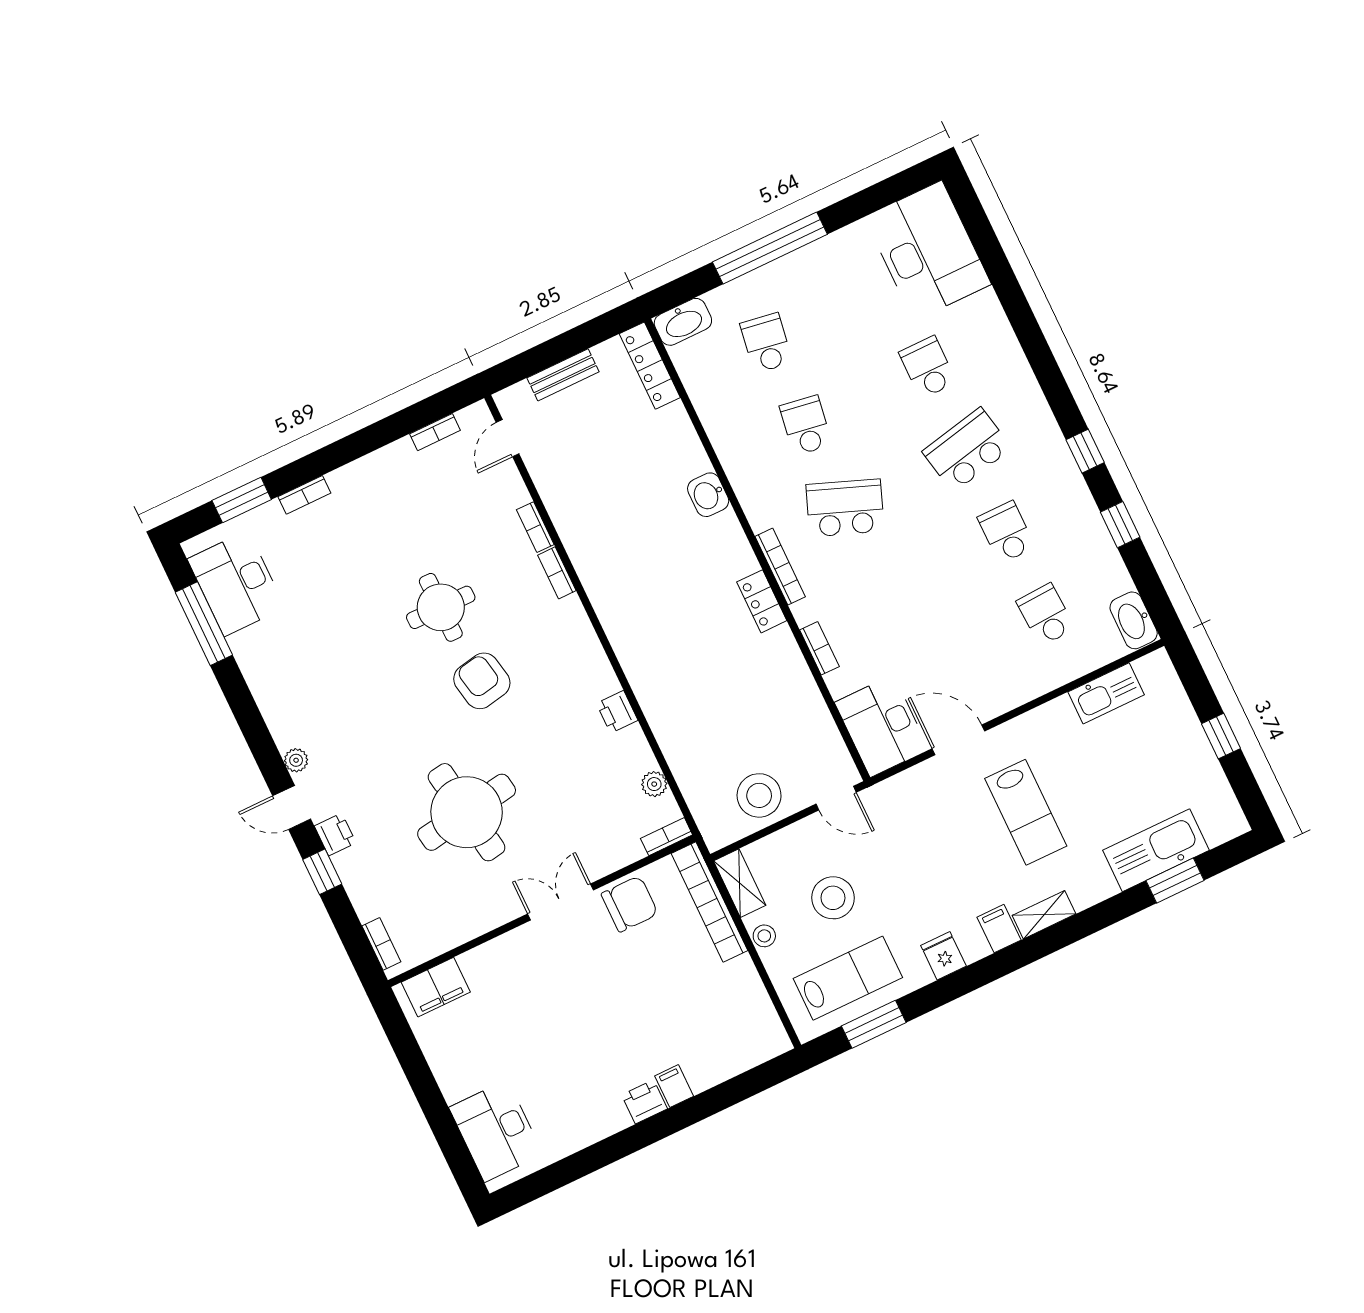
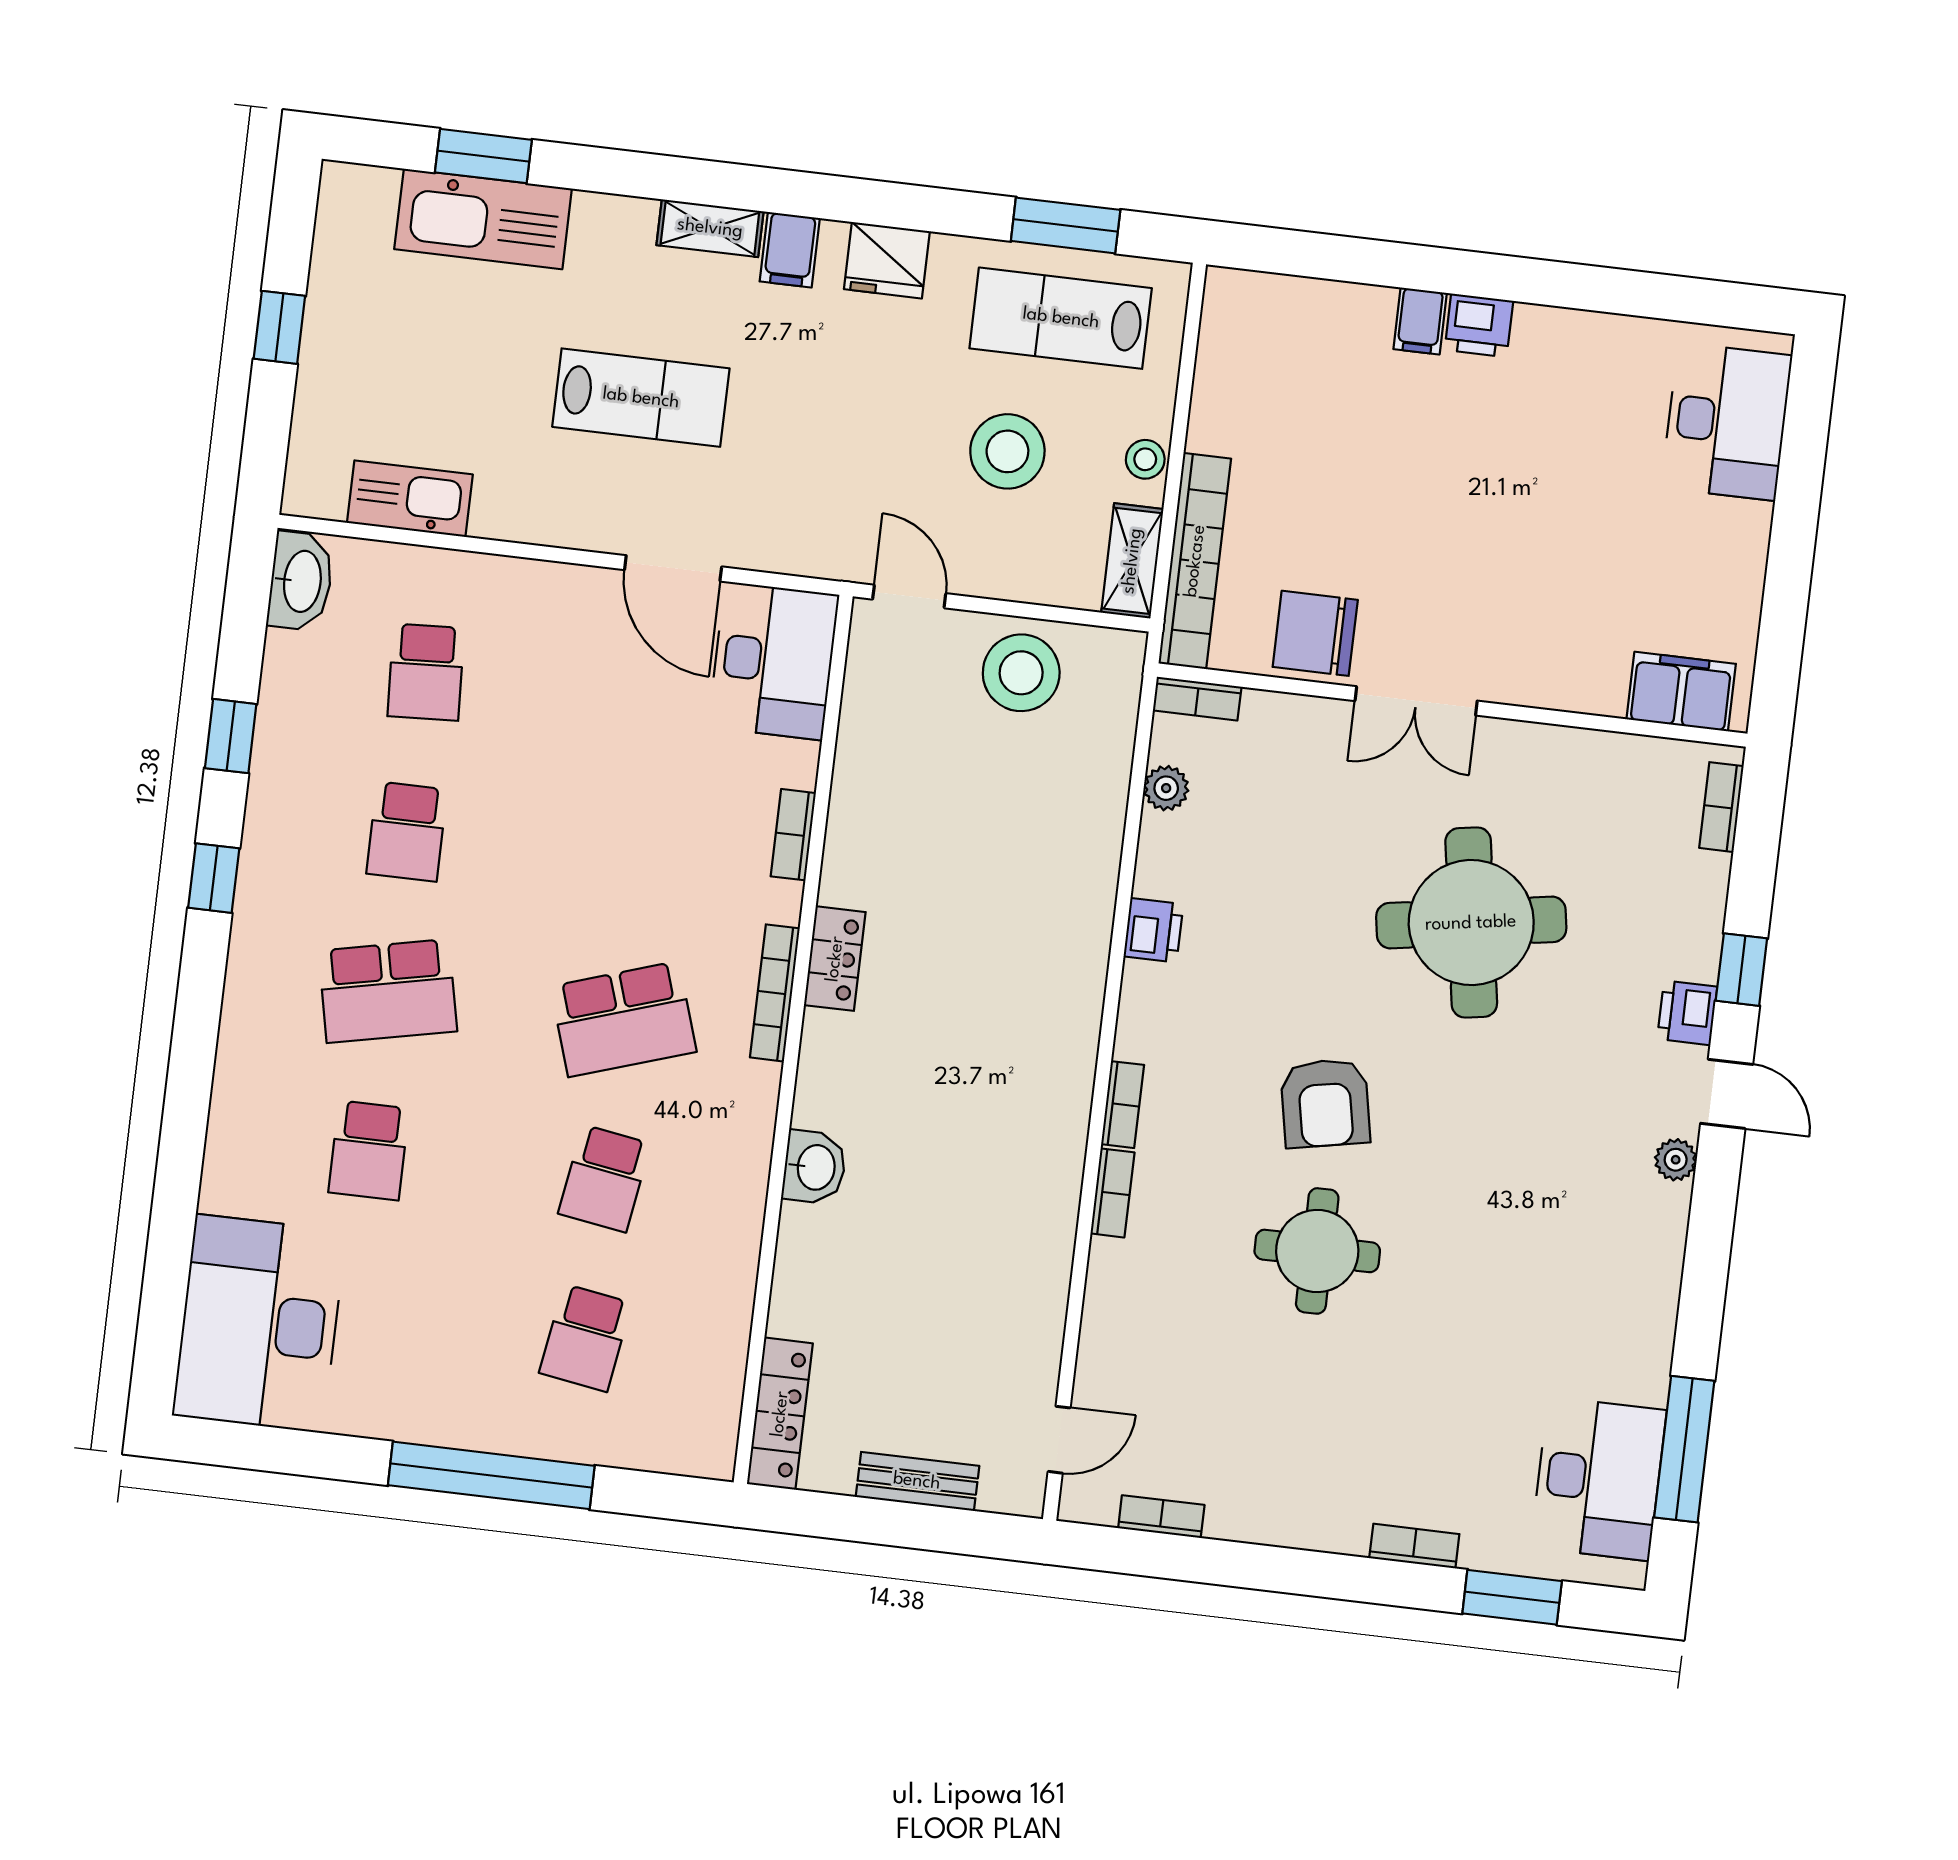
washbasin: (683, 322) -> (690, 1448), removed
school desk: (845, 508) -> (624, 1019), turned -39
bookcase: (535, 527) -> (1123, 1105), moved
lab bench: (1026, 812) -> (641, 398), turned 90
fridge: (943, 956) -> (887, 260), width x1.38

